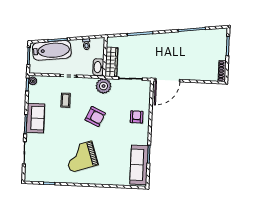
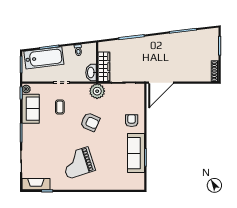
sofa: (35, 118) -> (31, 109), moved
sofa: (139, 165) -> (136, 153), moved
fireplace: (38, 176) -> (36, 184), added

